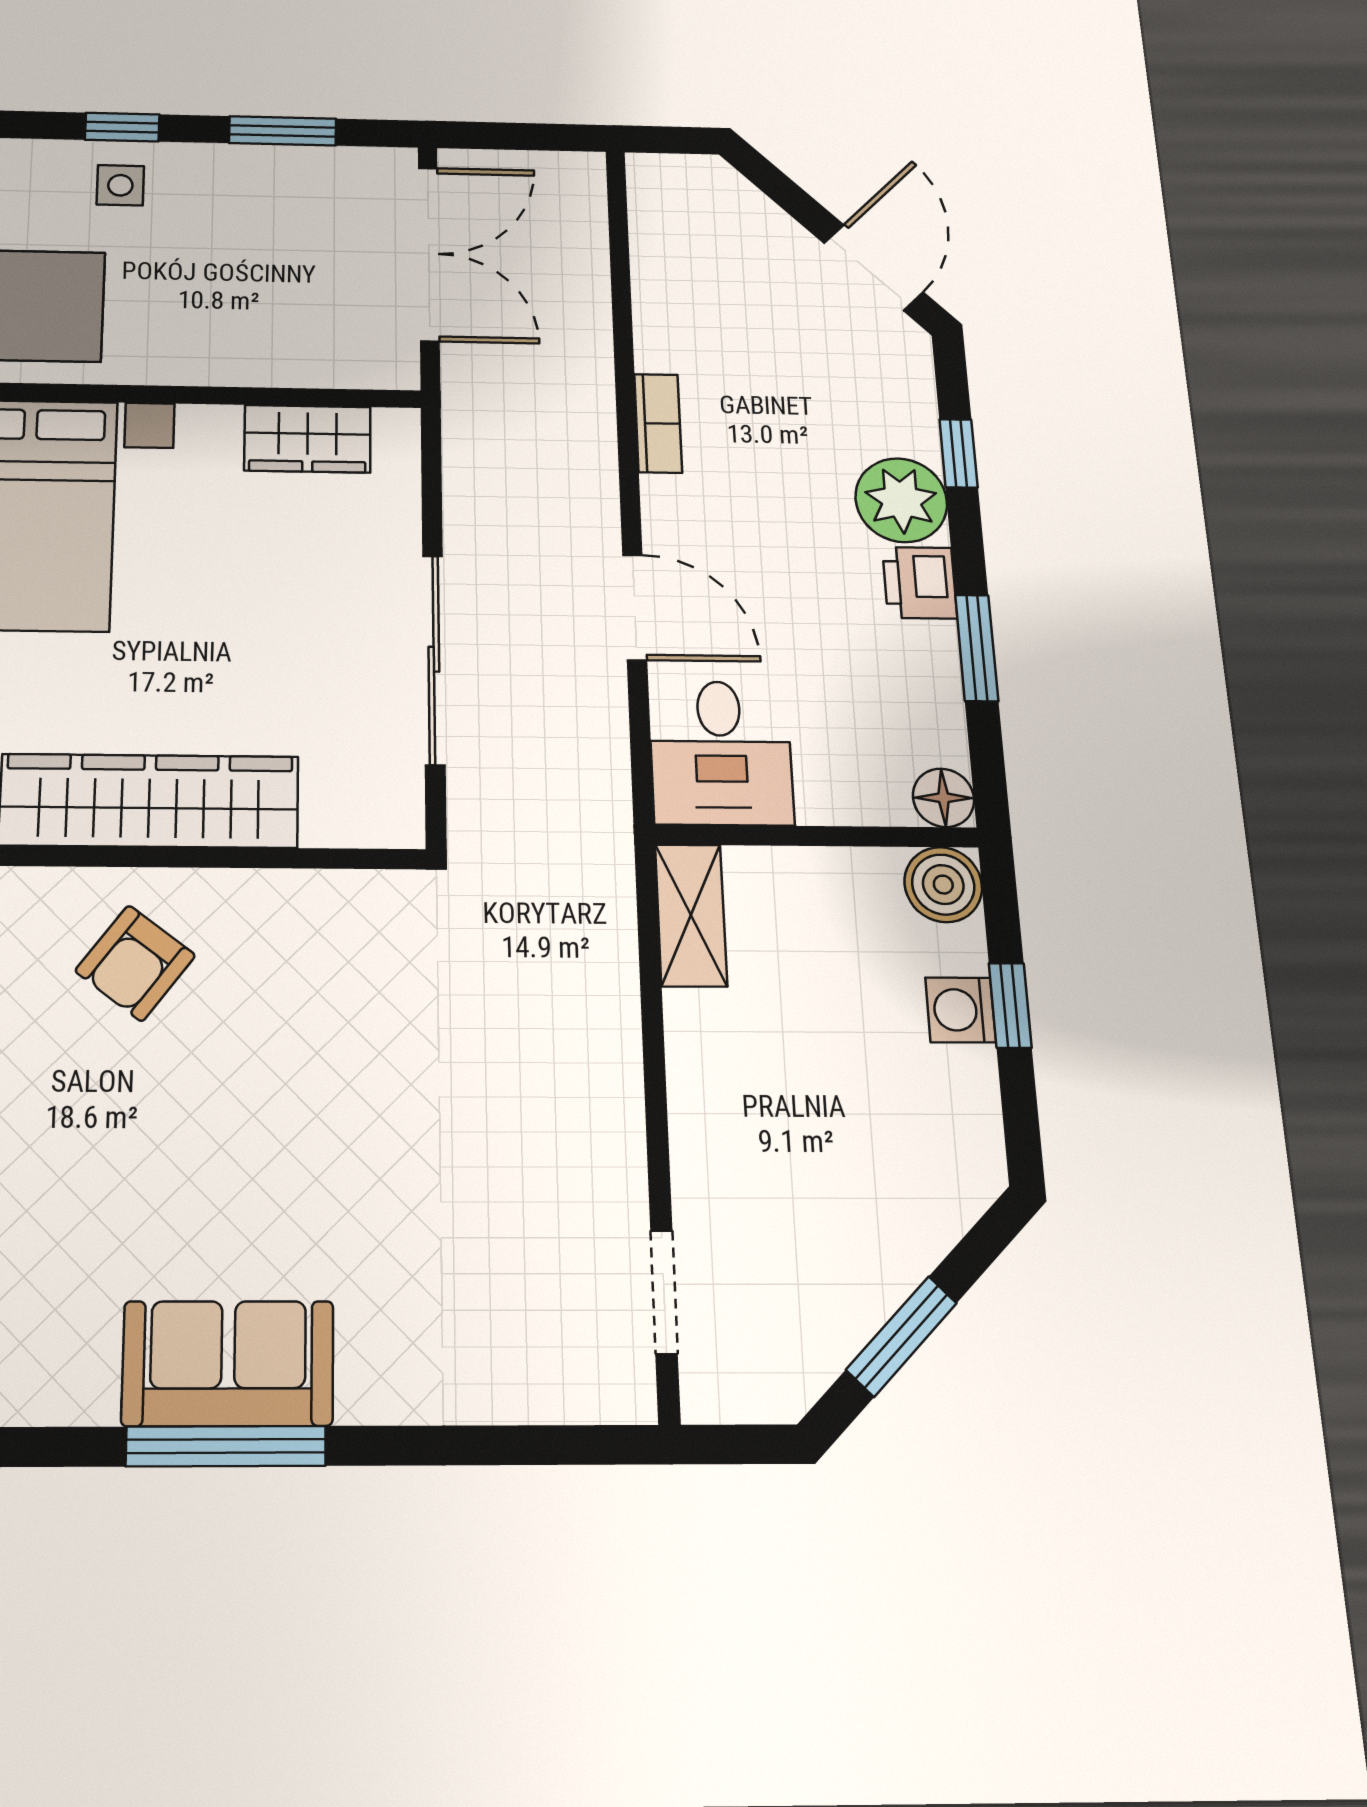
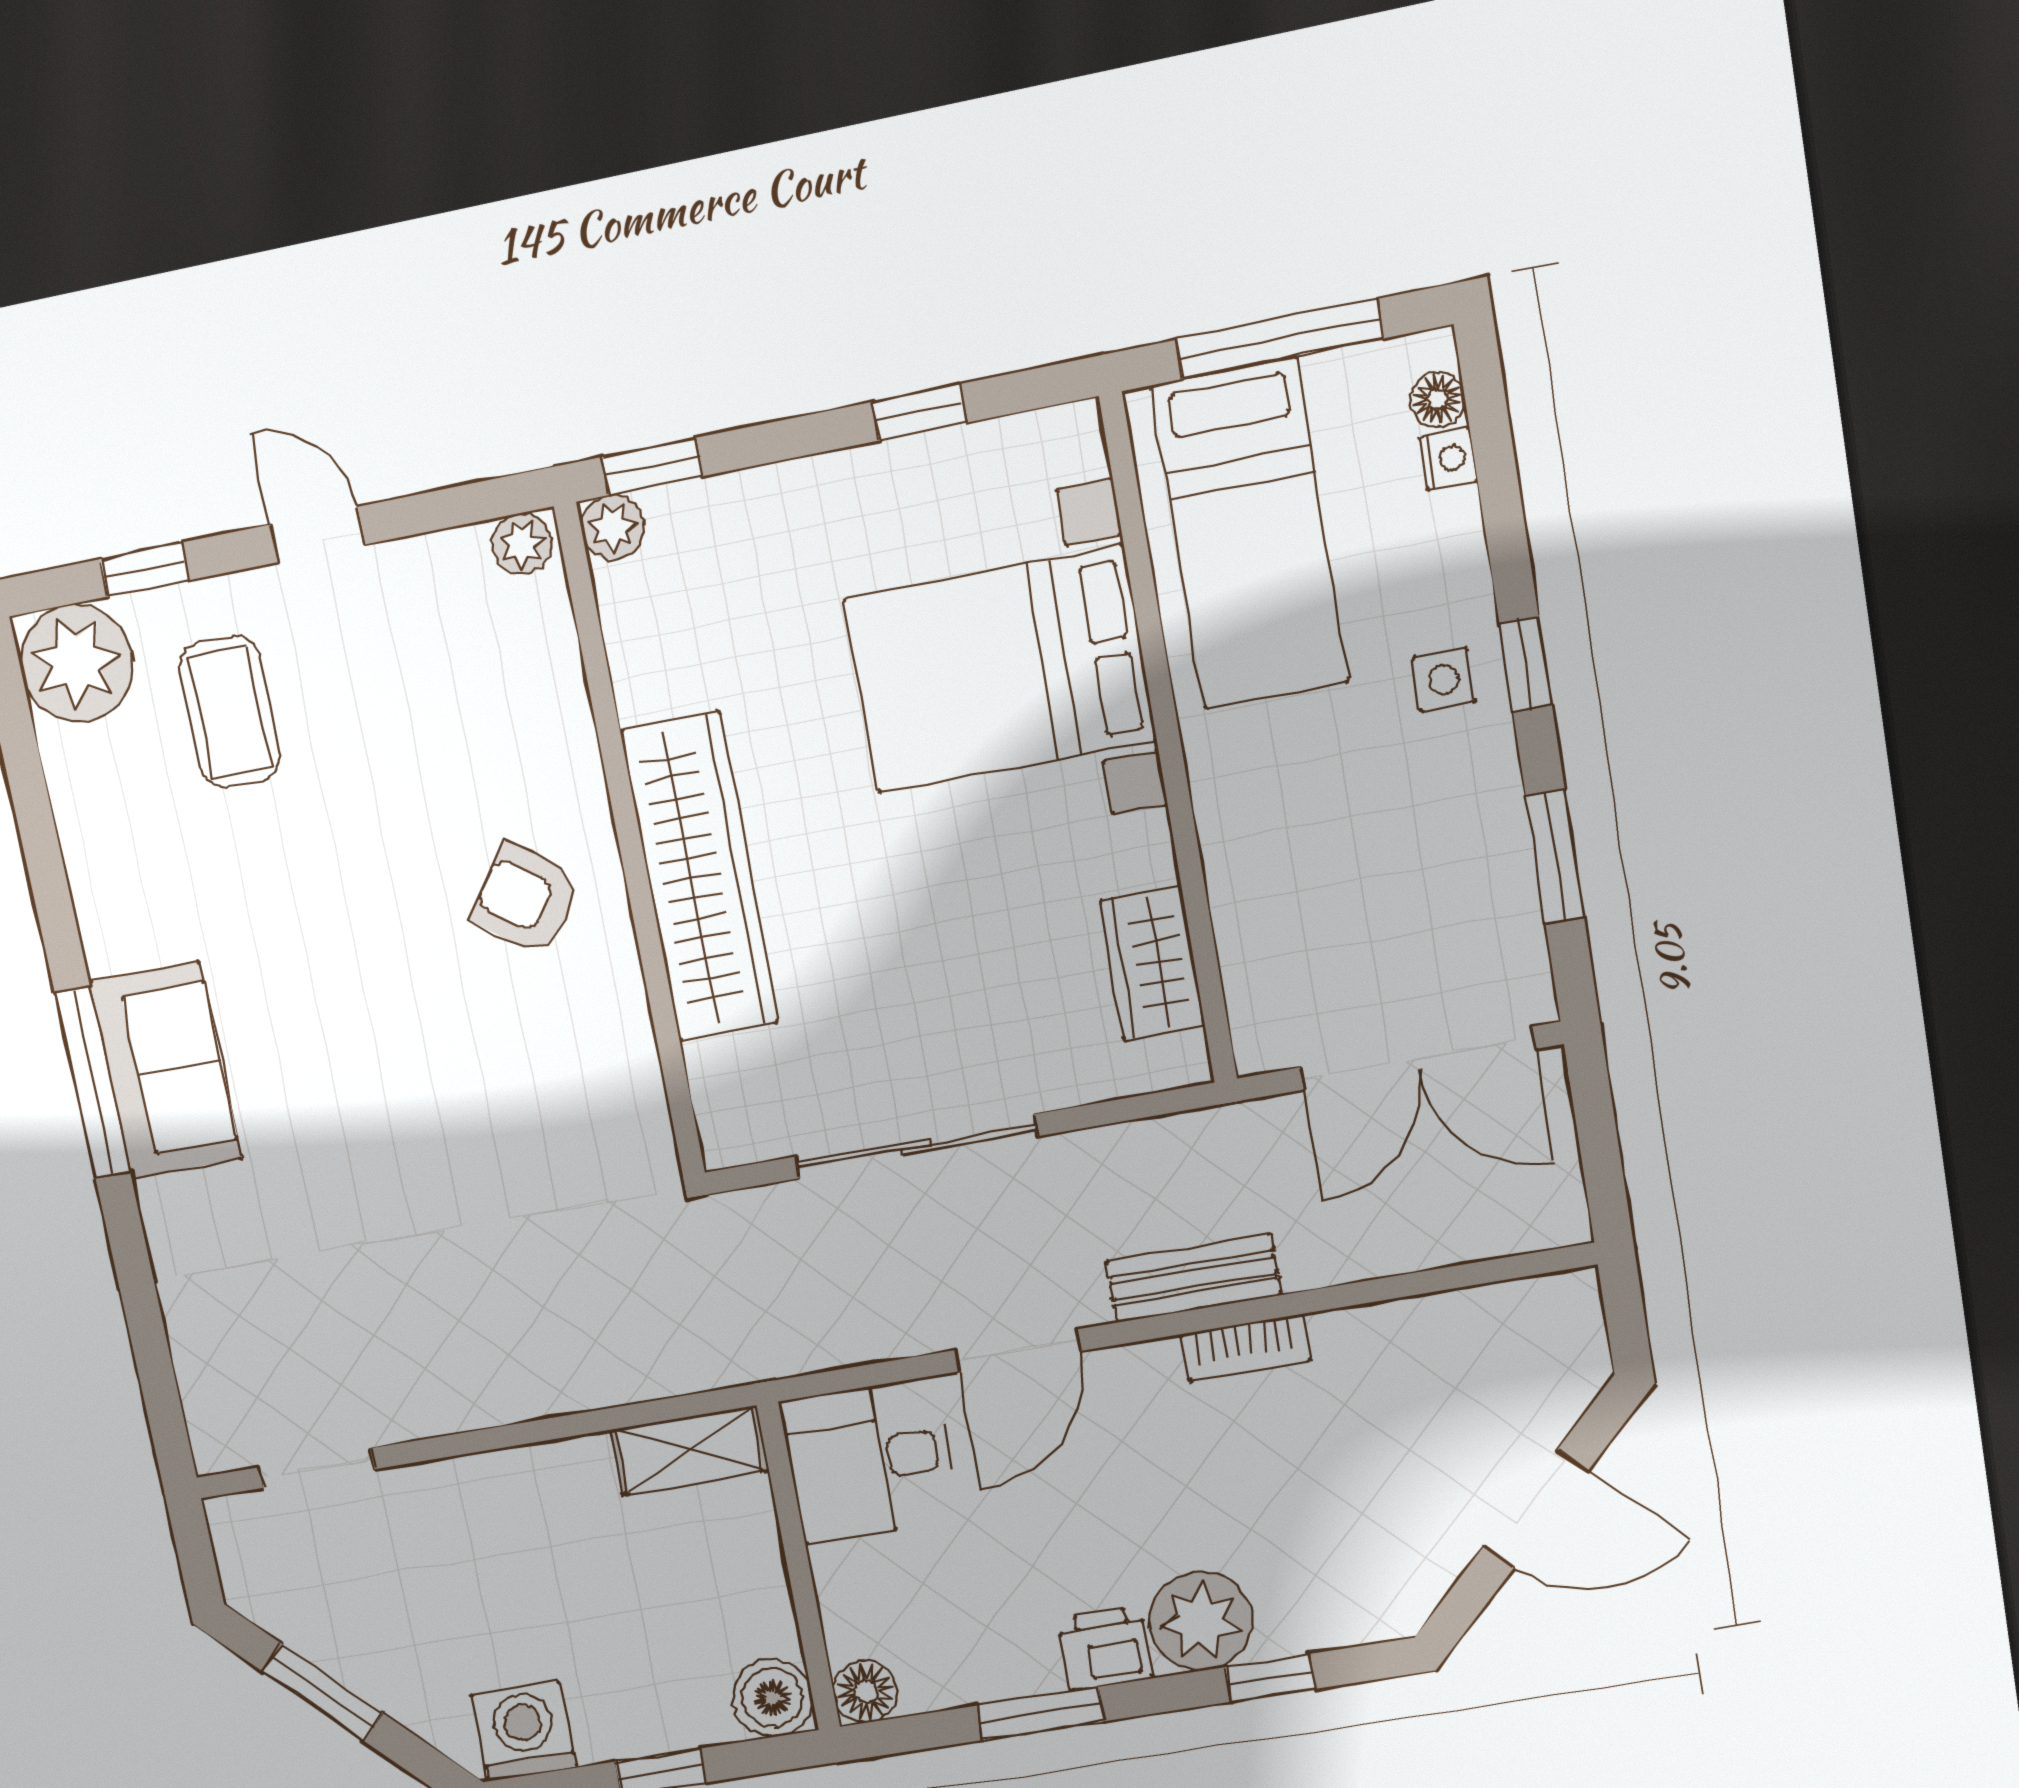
door: (873, 268) -> (1536, 1509), moved
bench: (590, 453) -> (1194, 1278), added
washing machine: (961, 1010) -> (524, 1731), moved, width x1.38, depth x1.38

